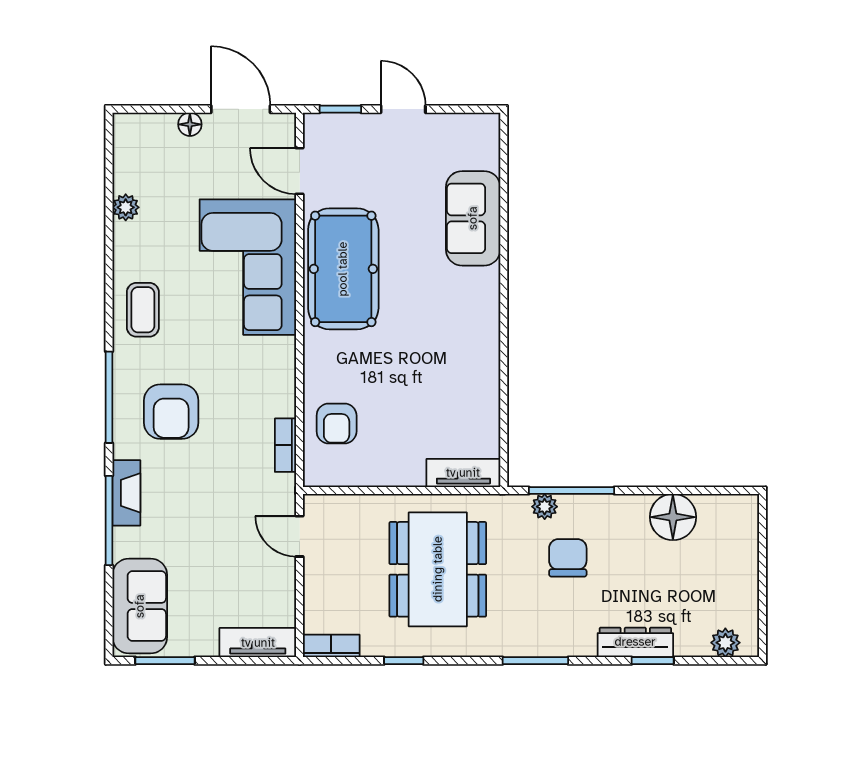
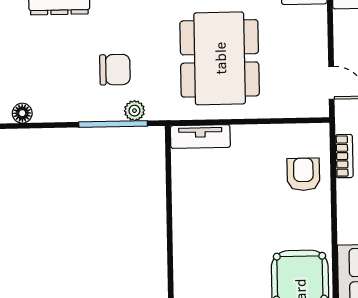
floor lamp: (673, 517) -> (22, 113), width x0.53, depth x0.53
chair: (568, 558) -> (115, 70), turned -90

